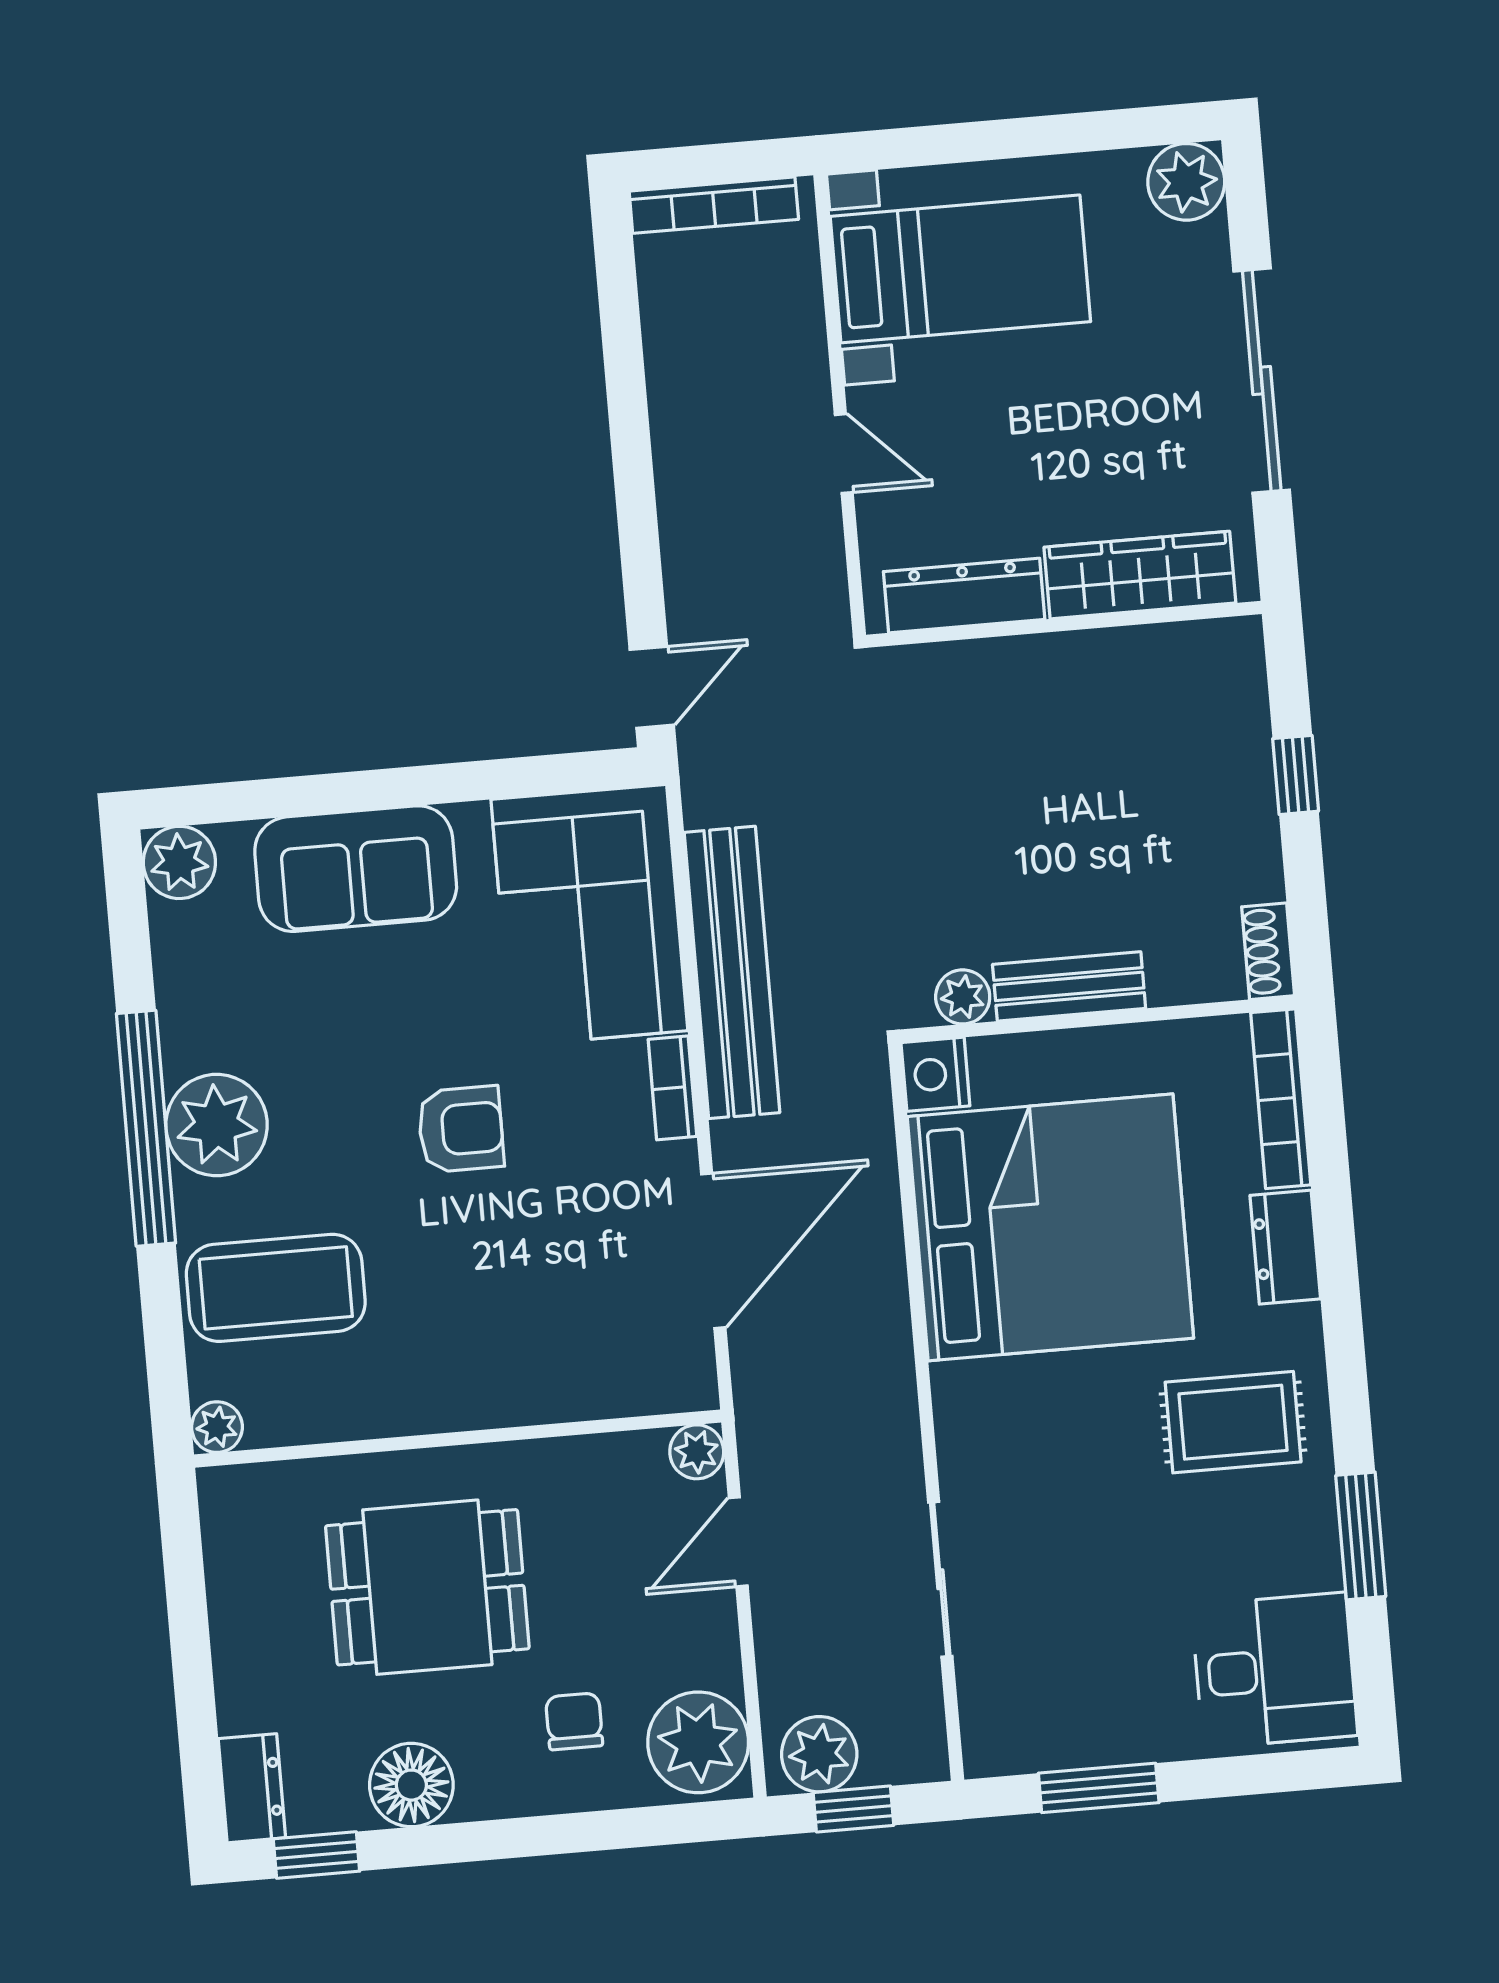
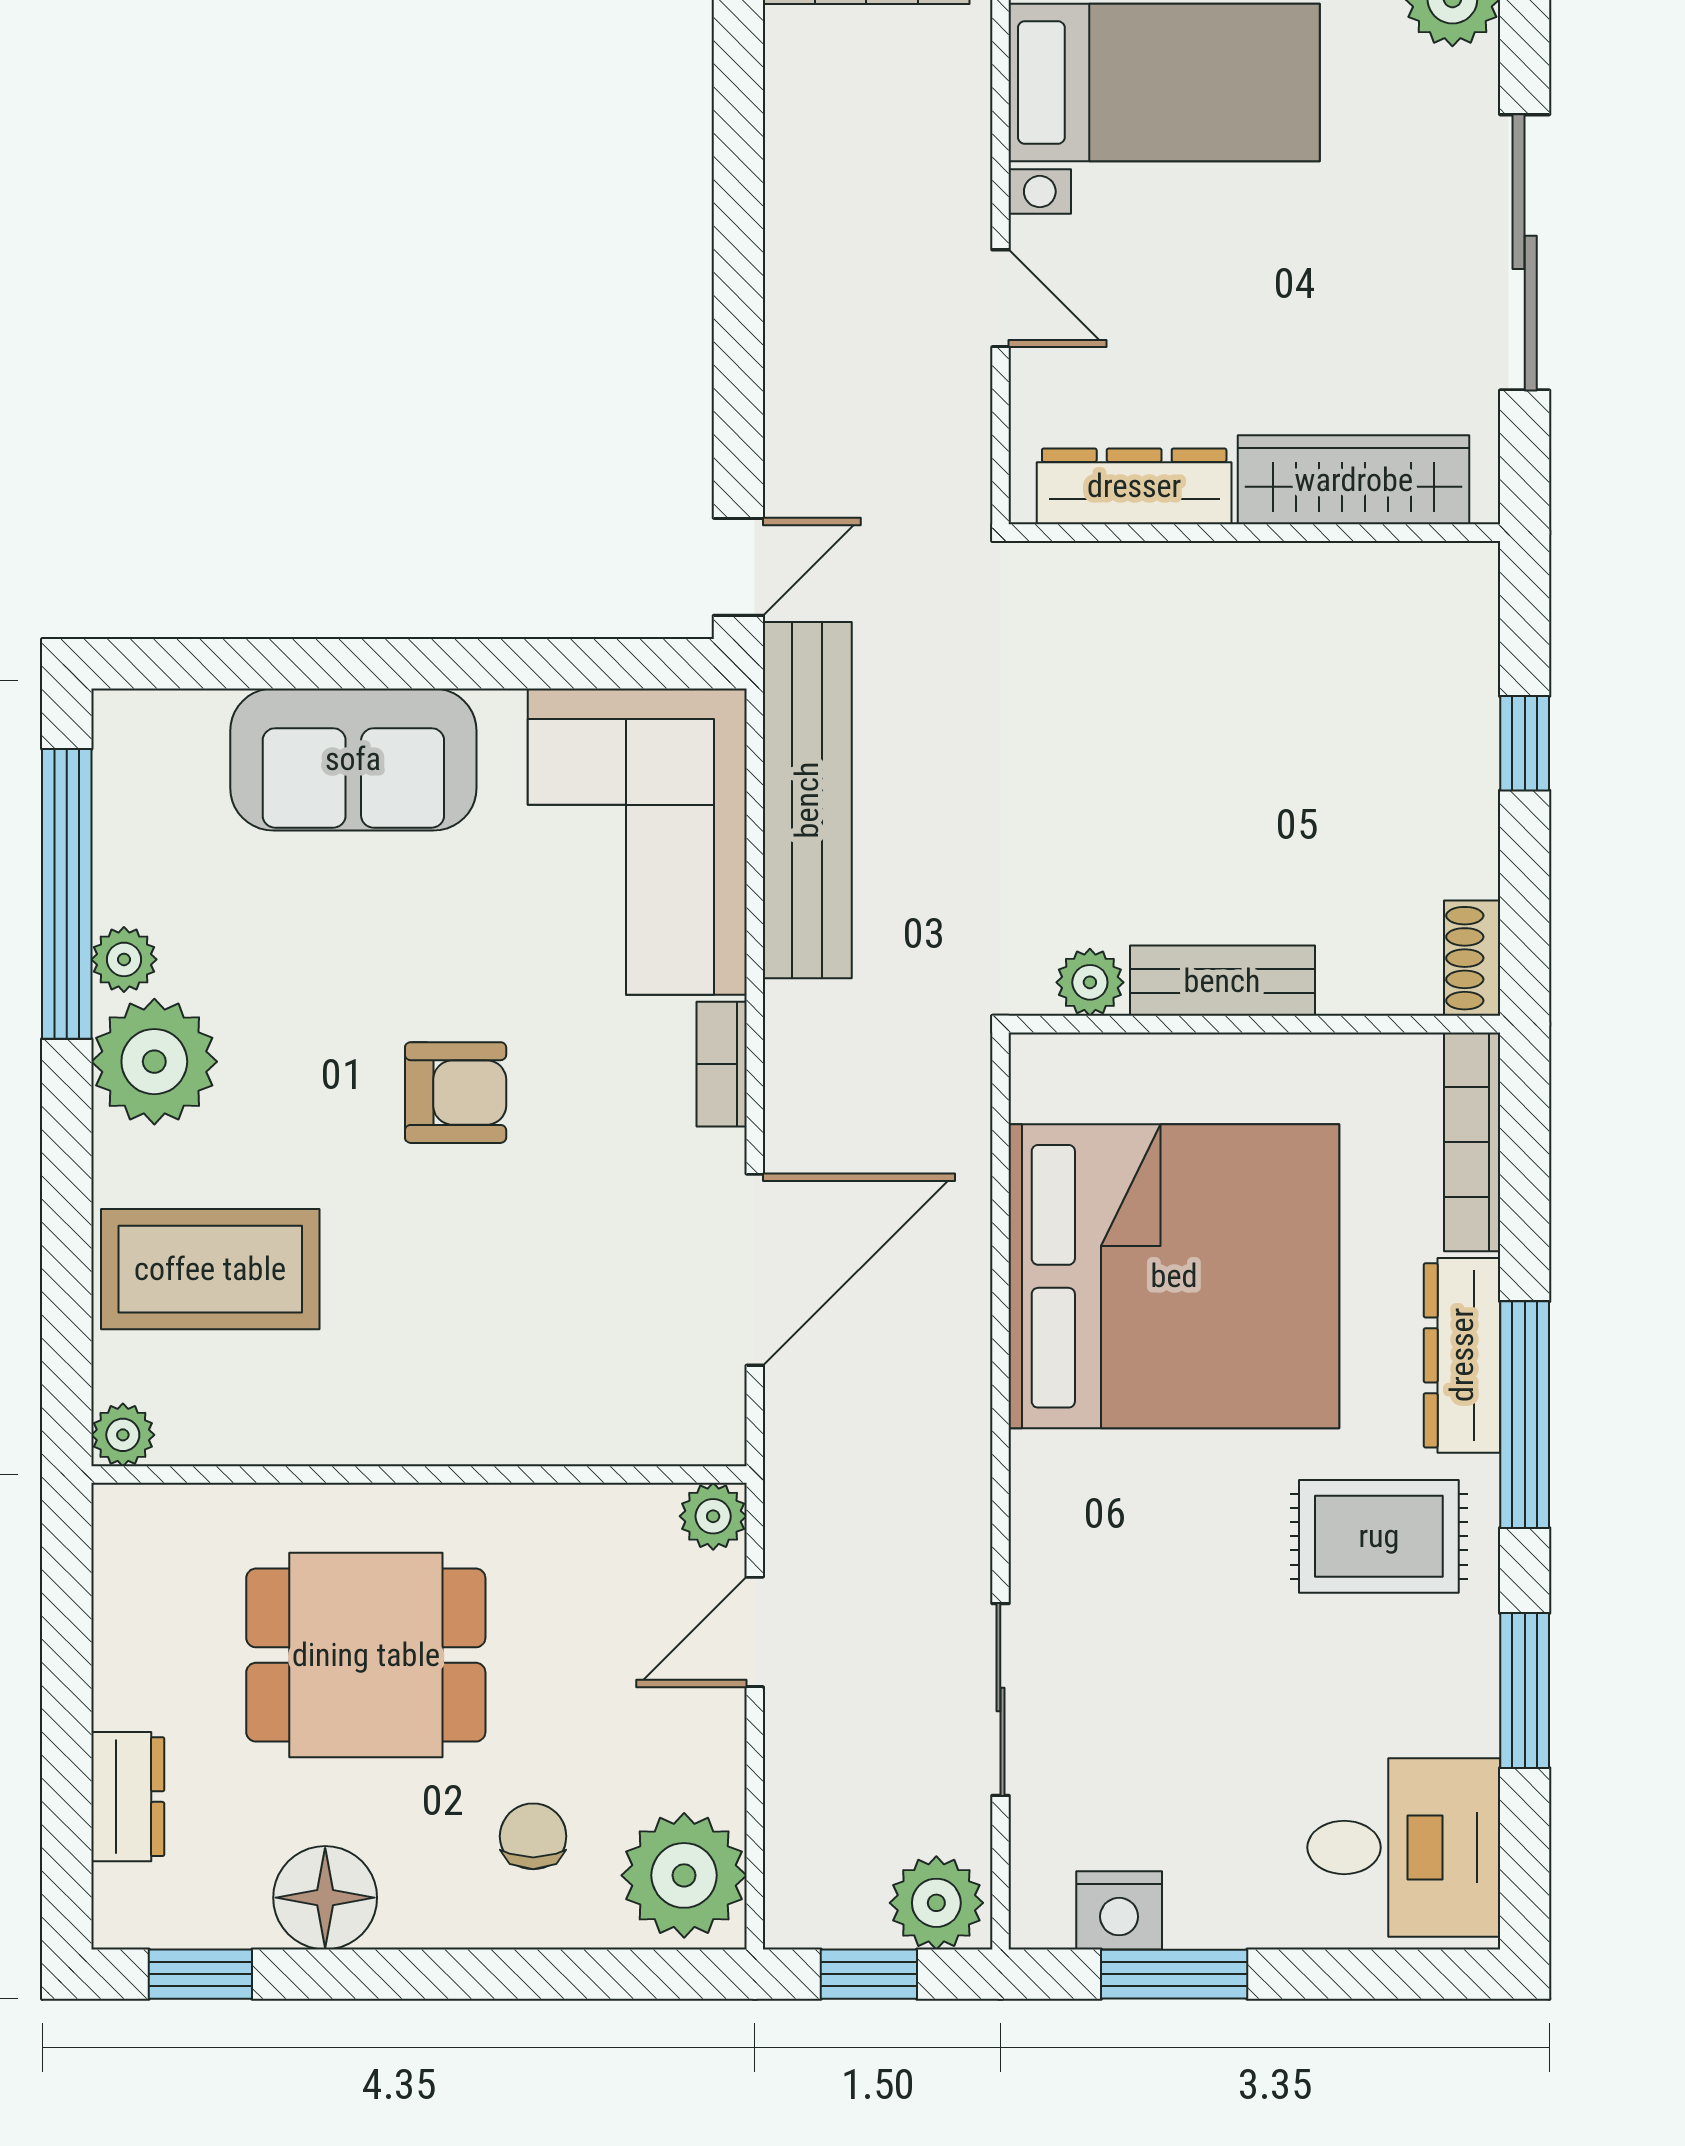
plant: (179, 862) -> (124, 959), moved, width x0.73, depth x0.73
bench: (732, 972) -> (807, 800), moved
nightstand: (935, 1074) -> (1119, 1910), moved, turned -90
window: (146, 1128) -> (67, 894), moved
dresser: (1285, 1247) -> (1462, 1355), width x1.44
window: (1342, 1314) -> (1525, 1415), added
plant: (819, 1754) -> (936, 1903), moved
dresser: (252, 1788) -> (128, 1797), moved

